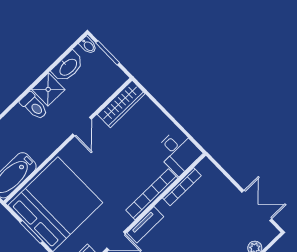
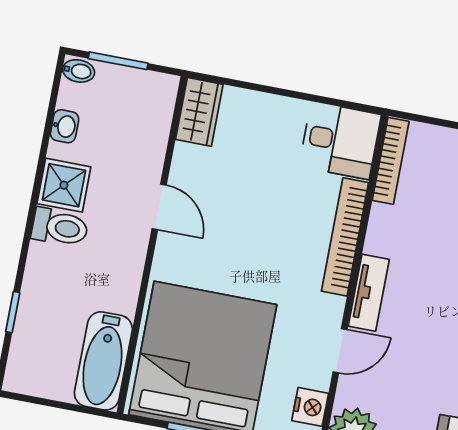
washbasin: (68, 67) -> (65, 126), width x0.52, depth x0.69
wardrobe: (121, 104) -> (199, 112), width x0.67
bookcase: (182, 187) -> (391, 161), moved

